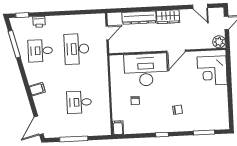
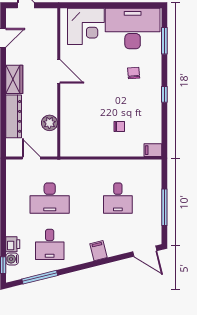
water cooler: (27, 22) -> (12, 259), added
plant: (219, 42) -> (49, 123), moved
desk: (146, 70) -> (133, 28), moved, turned 90

